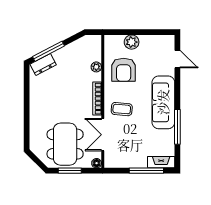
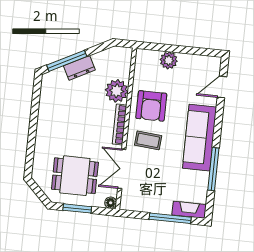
door: (177, 59) -> (222, 87), swing flipped
dresser: (43, 64) -> (79, 68), moved
plant: (96, 67) -> (117, 91), width x1.88, depth x1.88
armchair: (124, 70) -> (151, 106), moved
dining table: (65, 144) -> (75, 176), width x0.73

